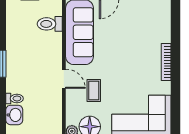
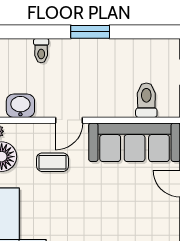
washbasin: (14, 115) -> (20, 106), moved, turned 180

